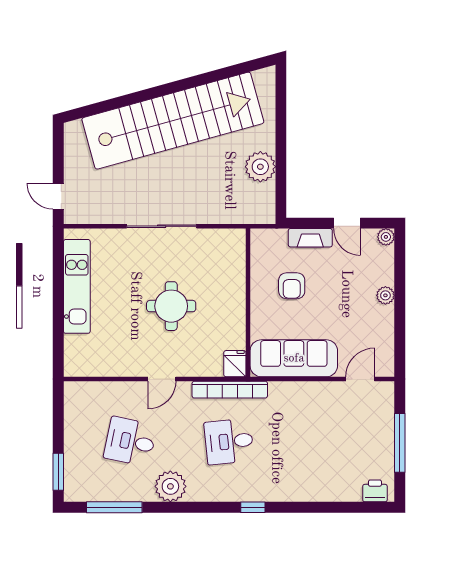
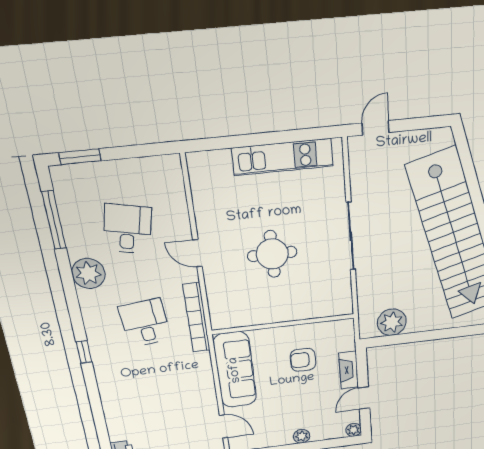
plant: (260, 167) -> (392, 322), moved
fridge: (235, 364) -> (223, 319), removed

